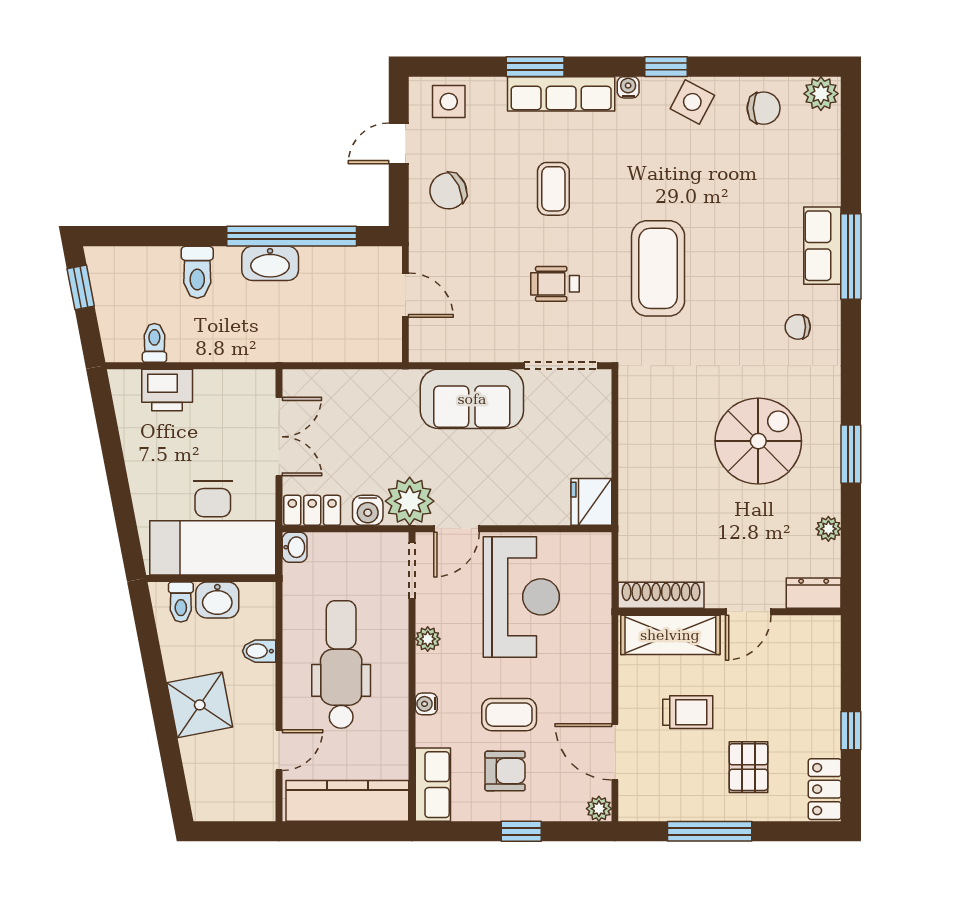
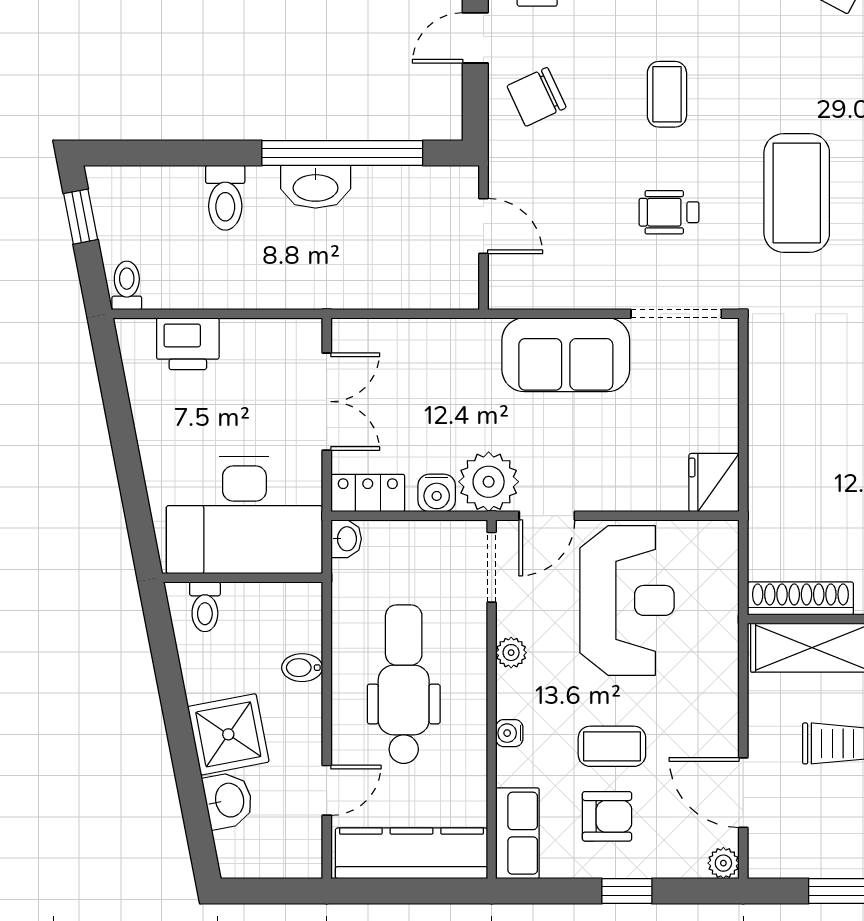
toilet: (154, 343) -> (127, 285), moved
washbasin: (217, 600) -> (228, 800), moved, turned -101

